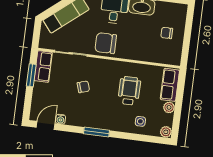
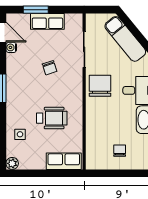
row of seats: (43, 67) -> (47, 21), moved
window: (31, 75) -> (36, 10), moved
plant: (169, 107) -> (39, 163), removed

